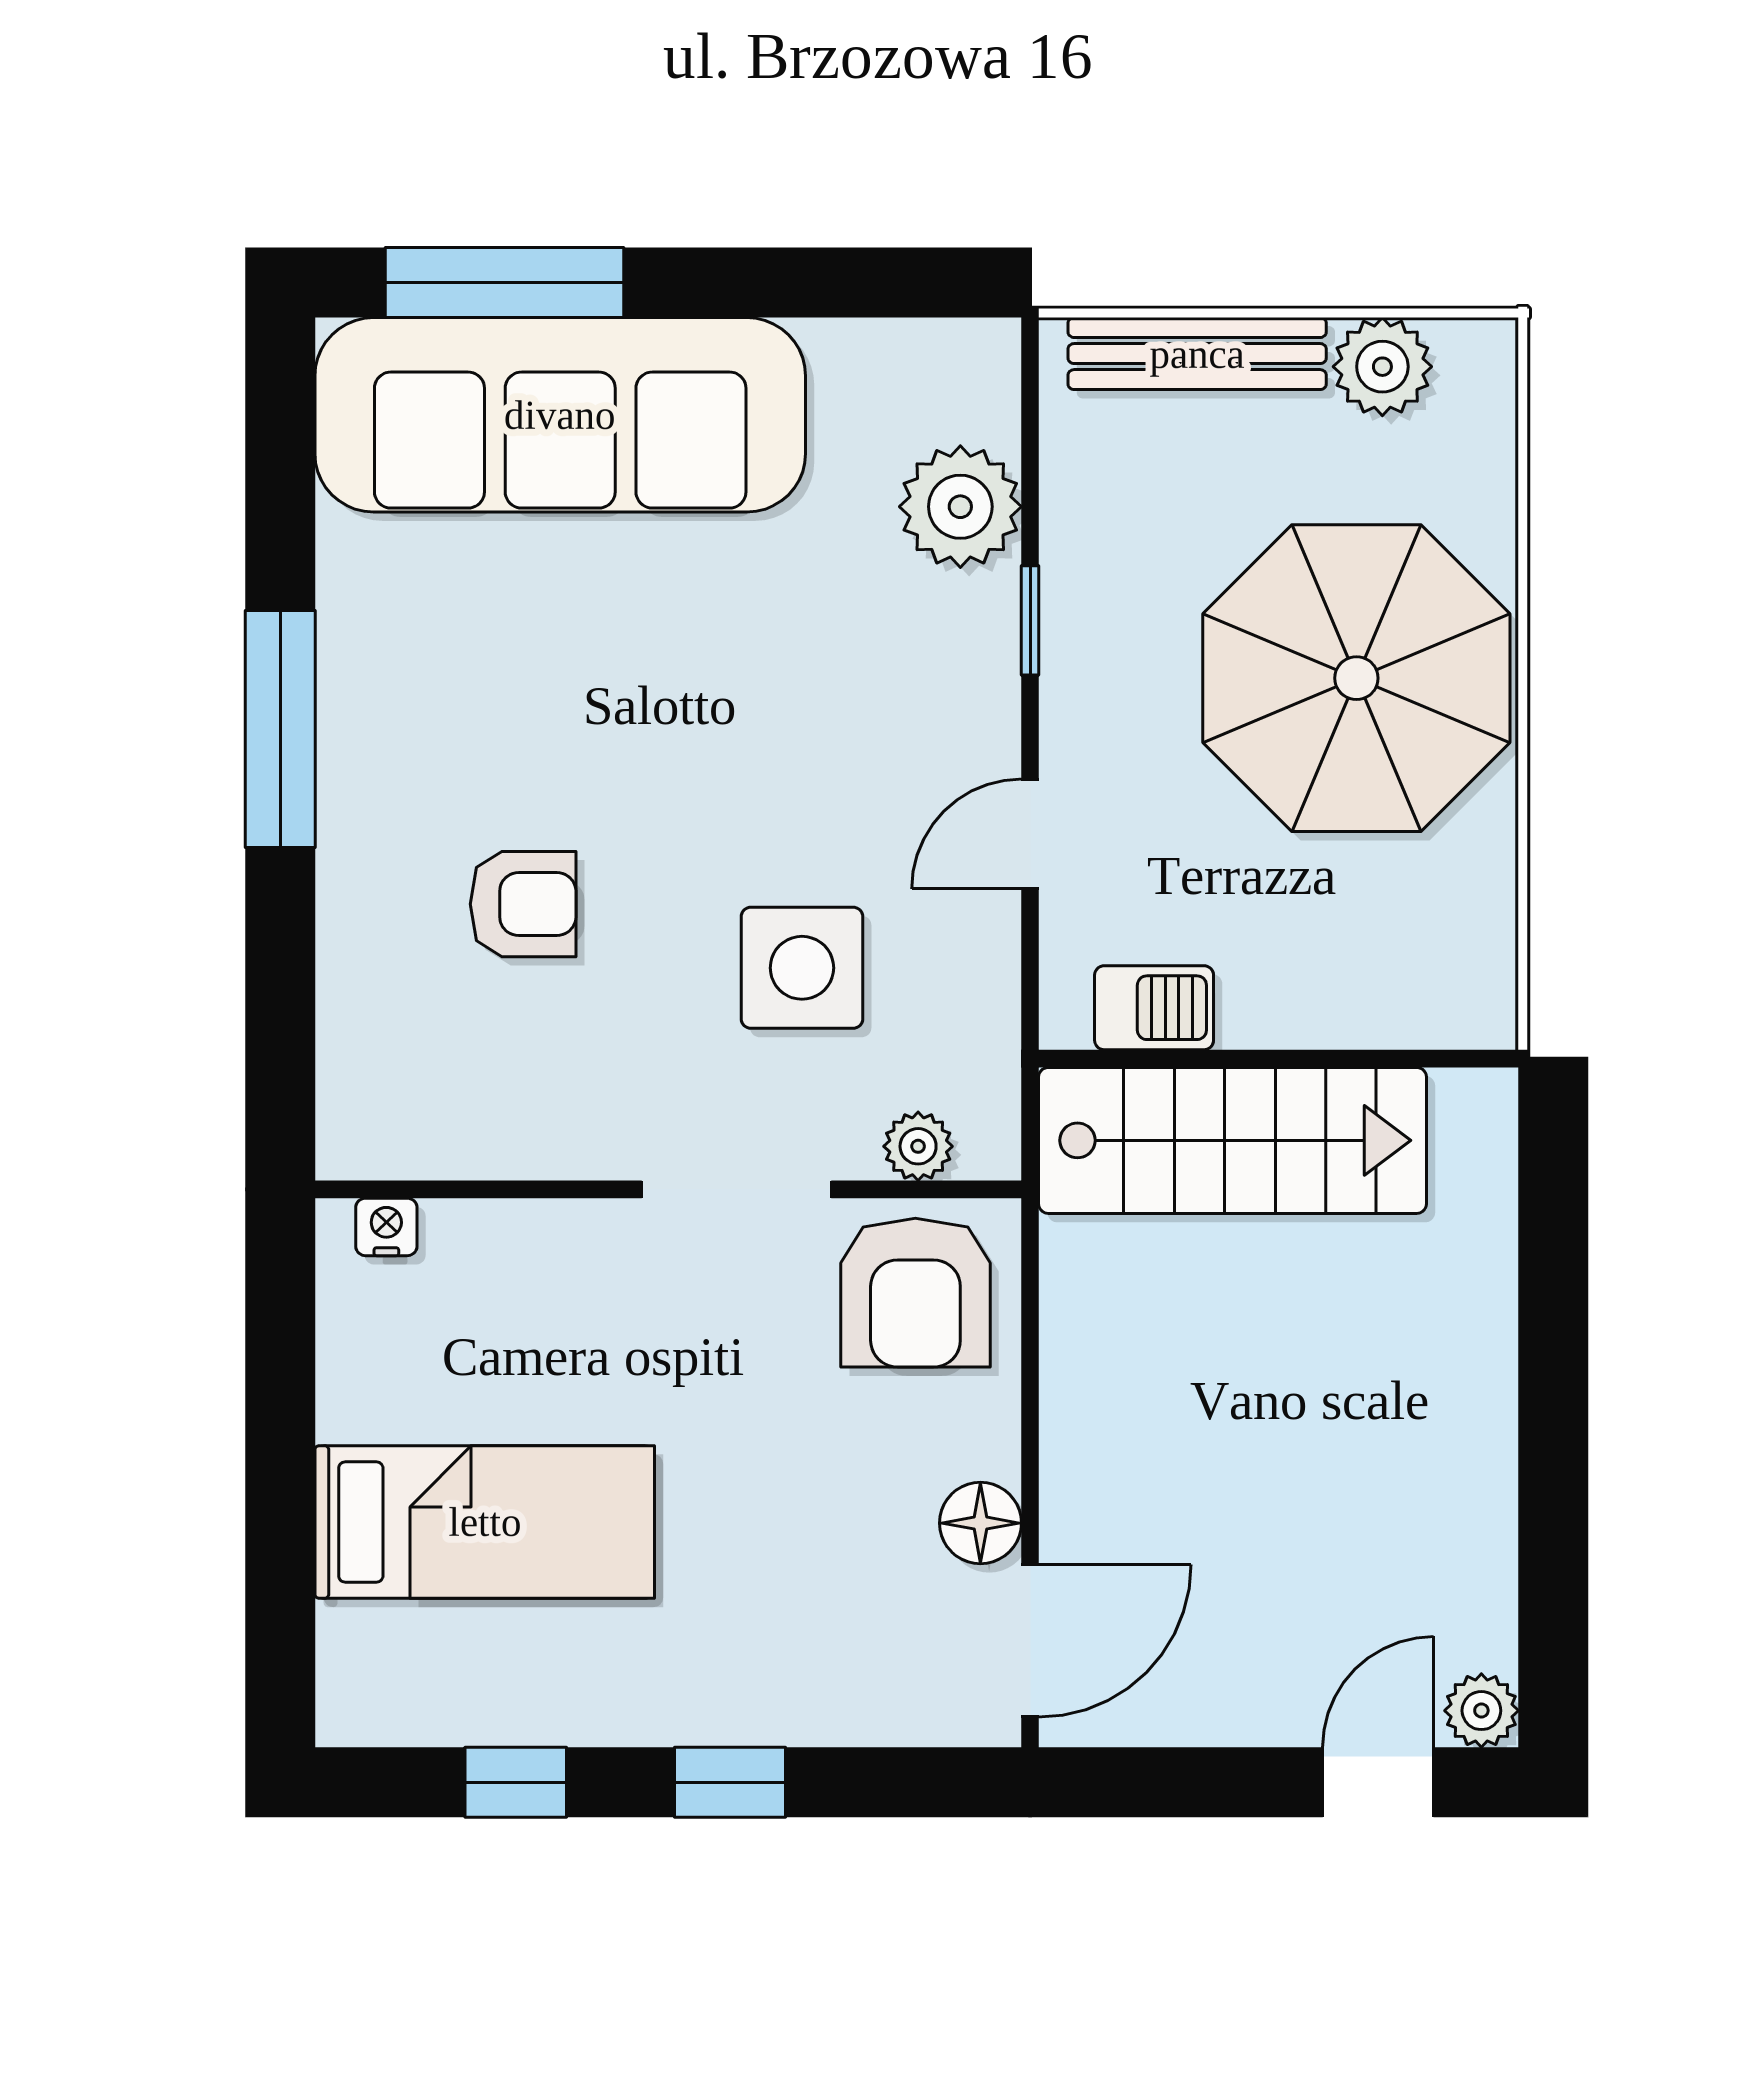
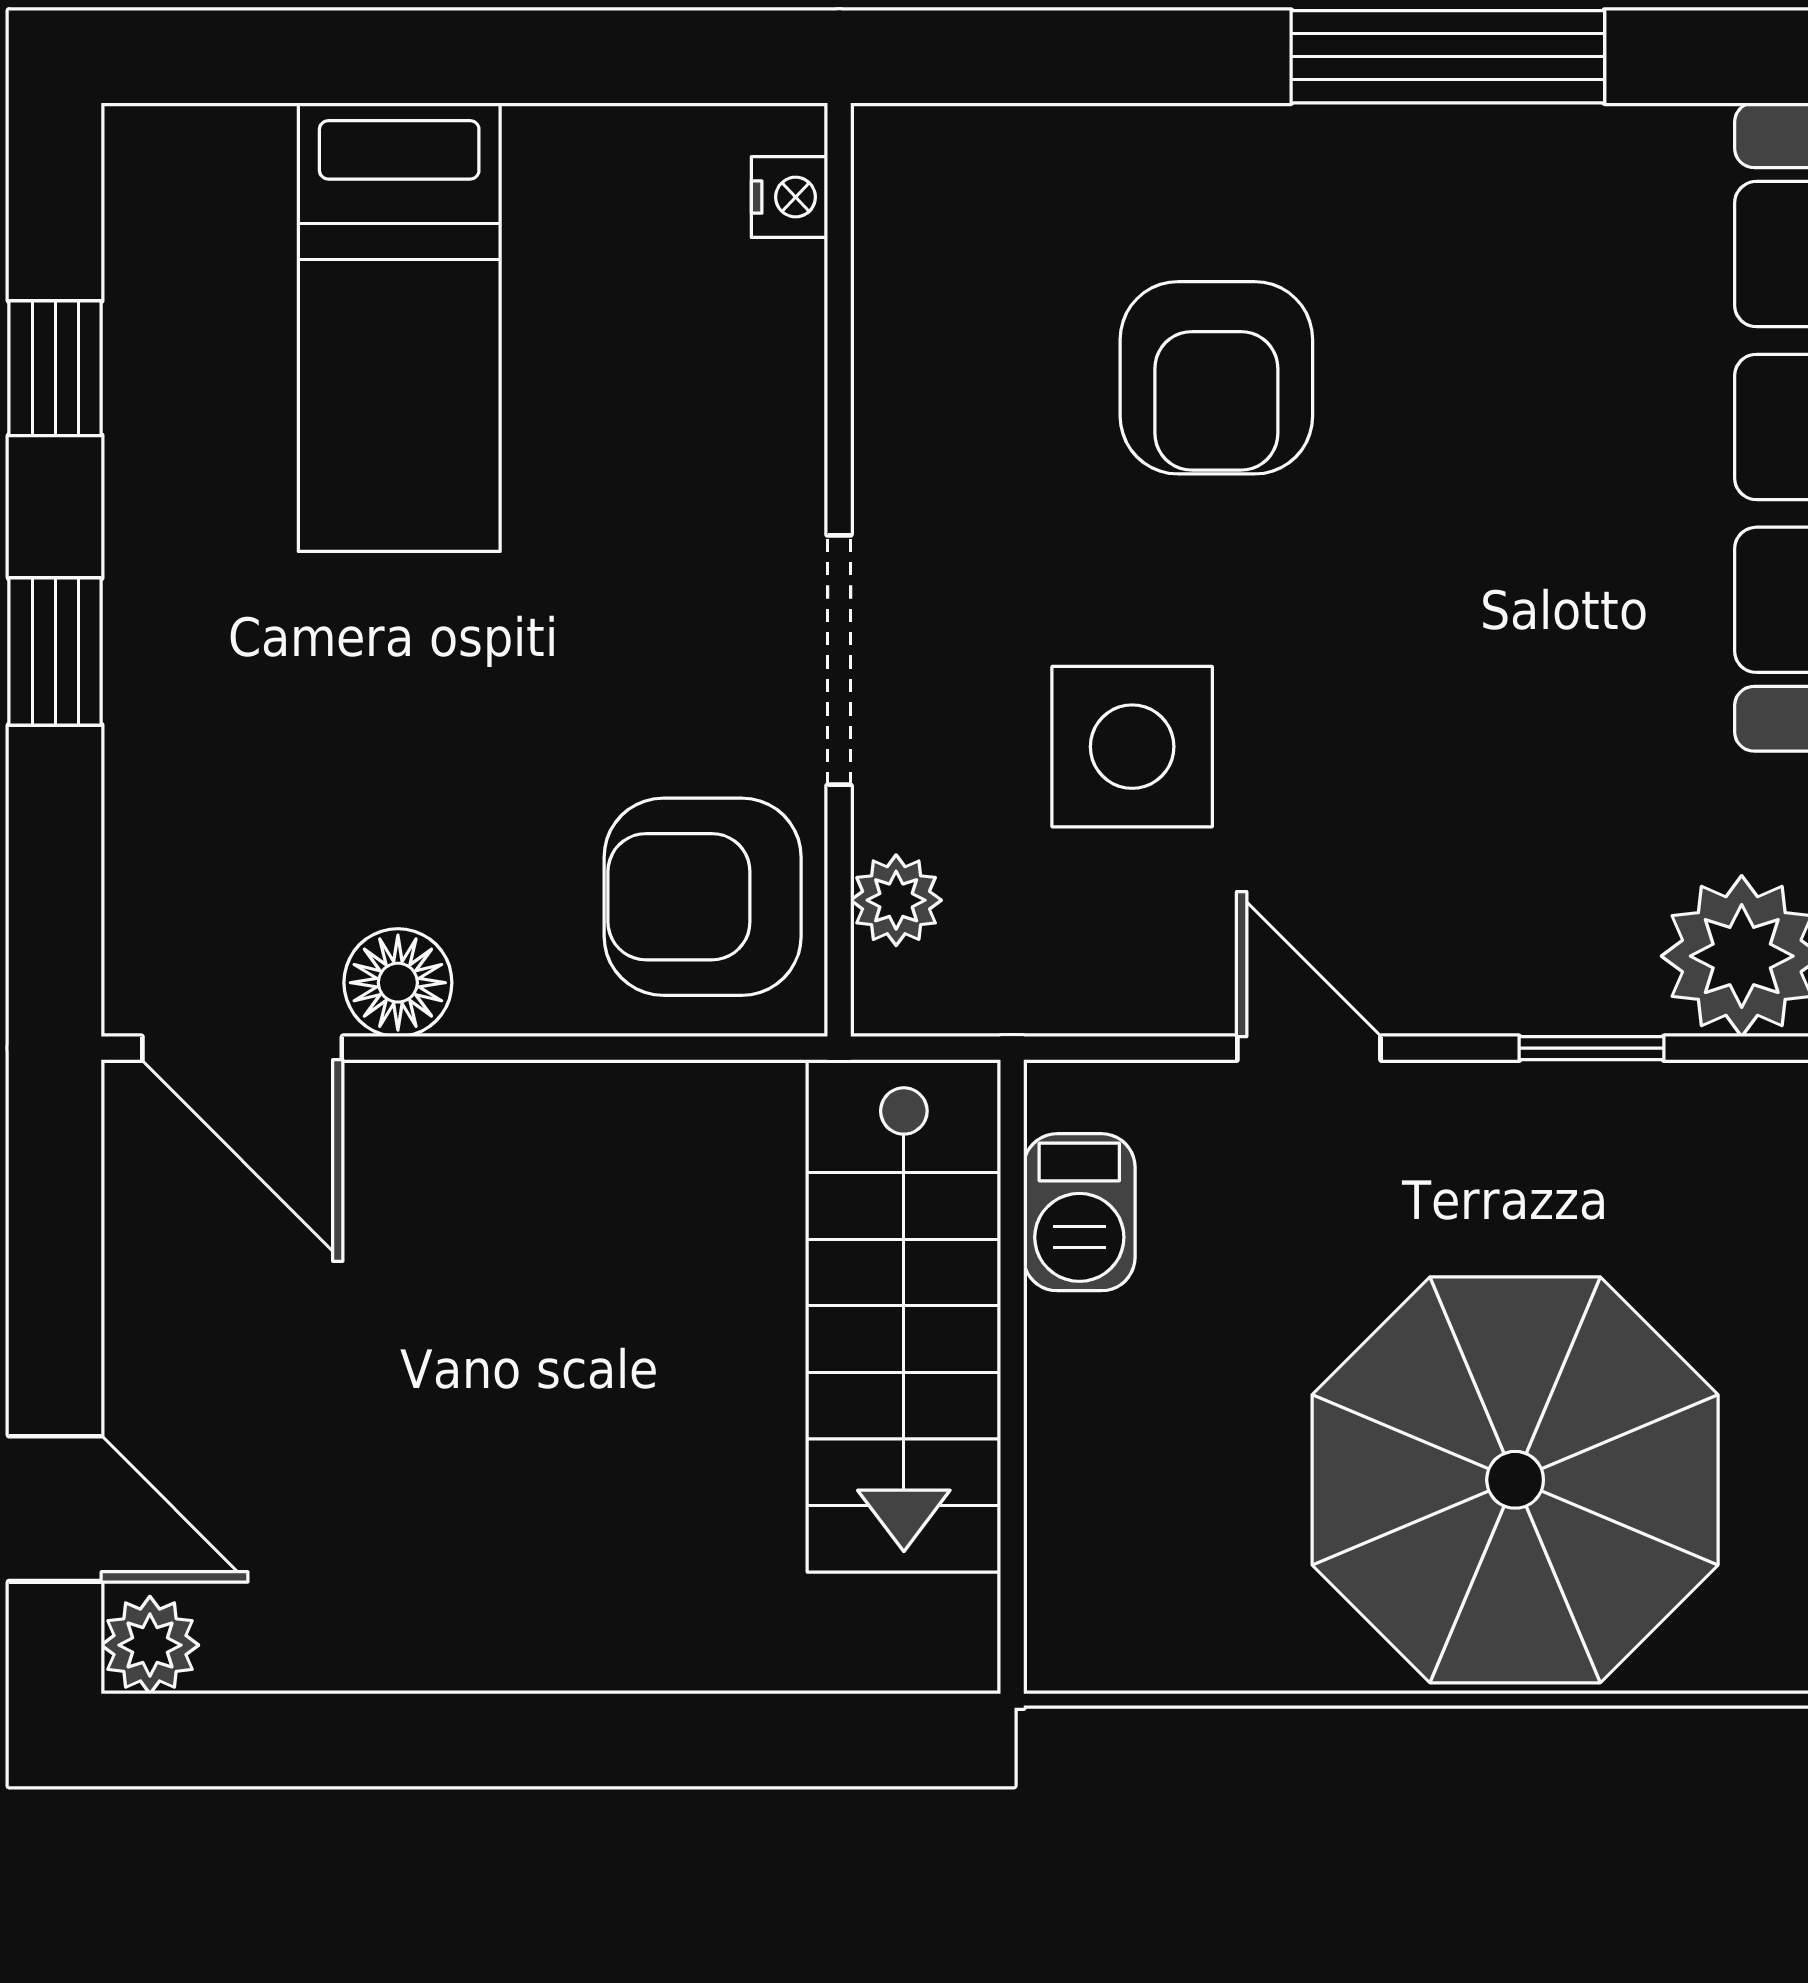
armchair: (523, 904) -> (1216, 378), width x1.38, depth x1.38

